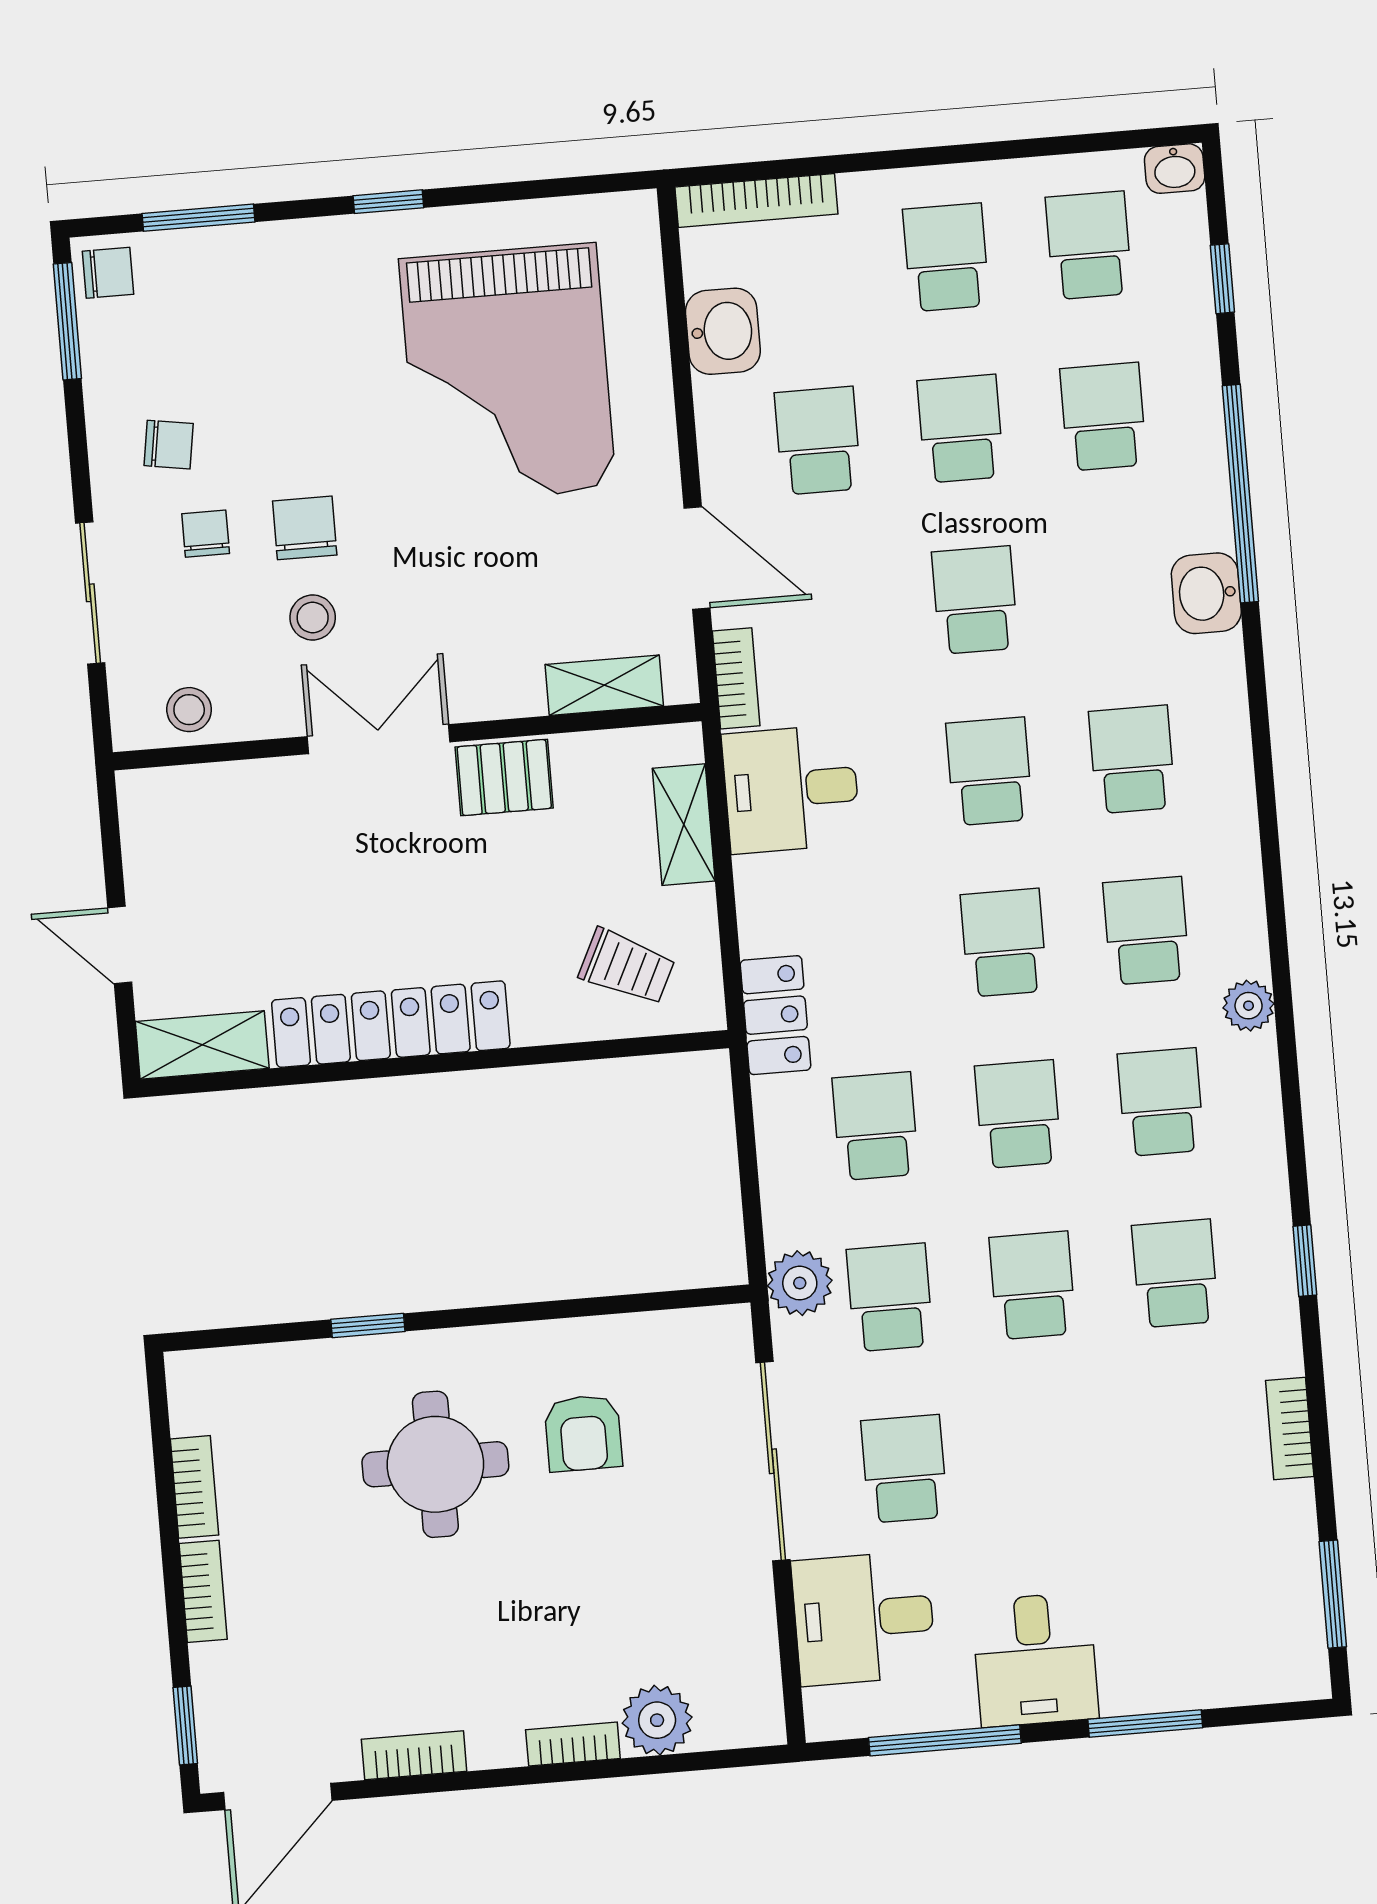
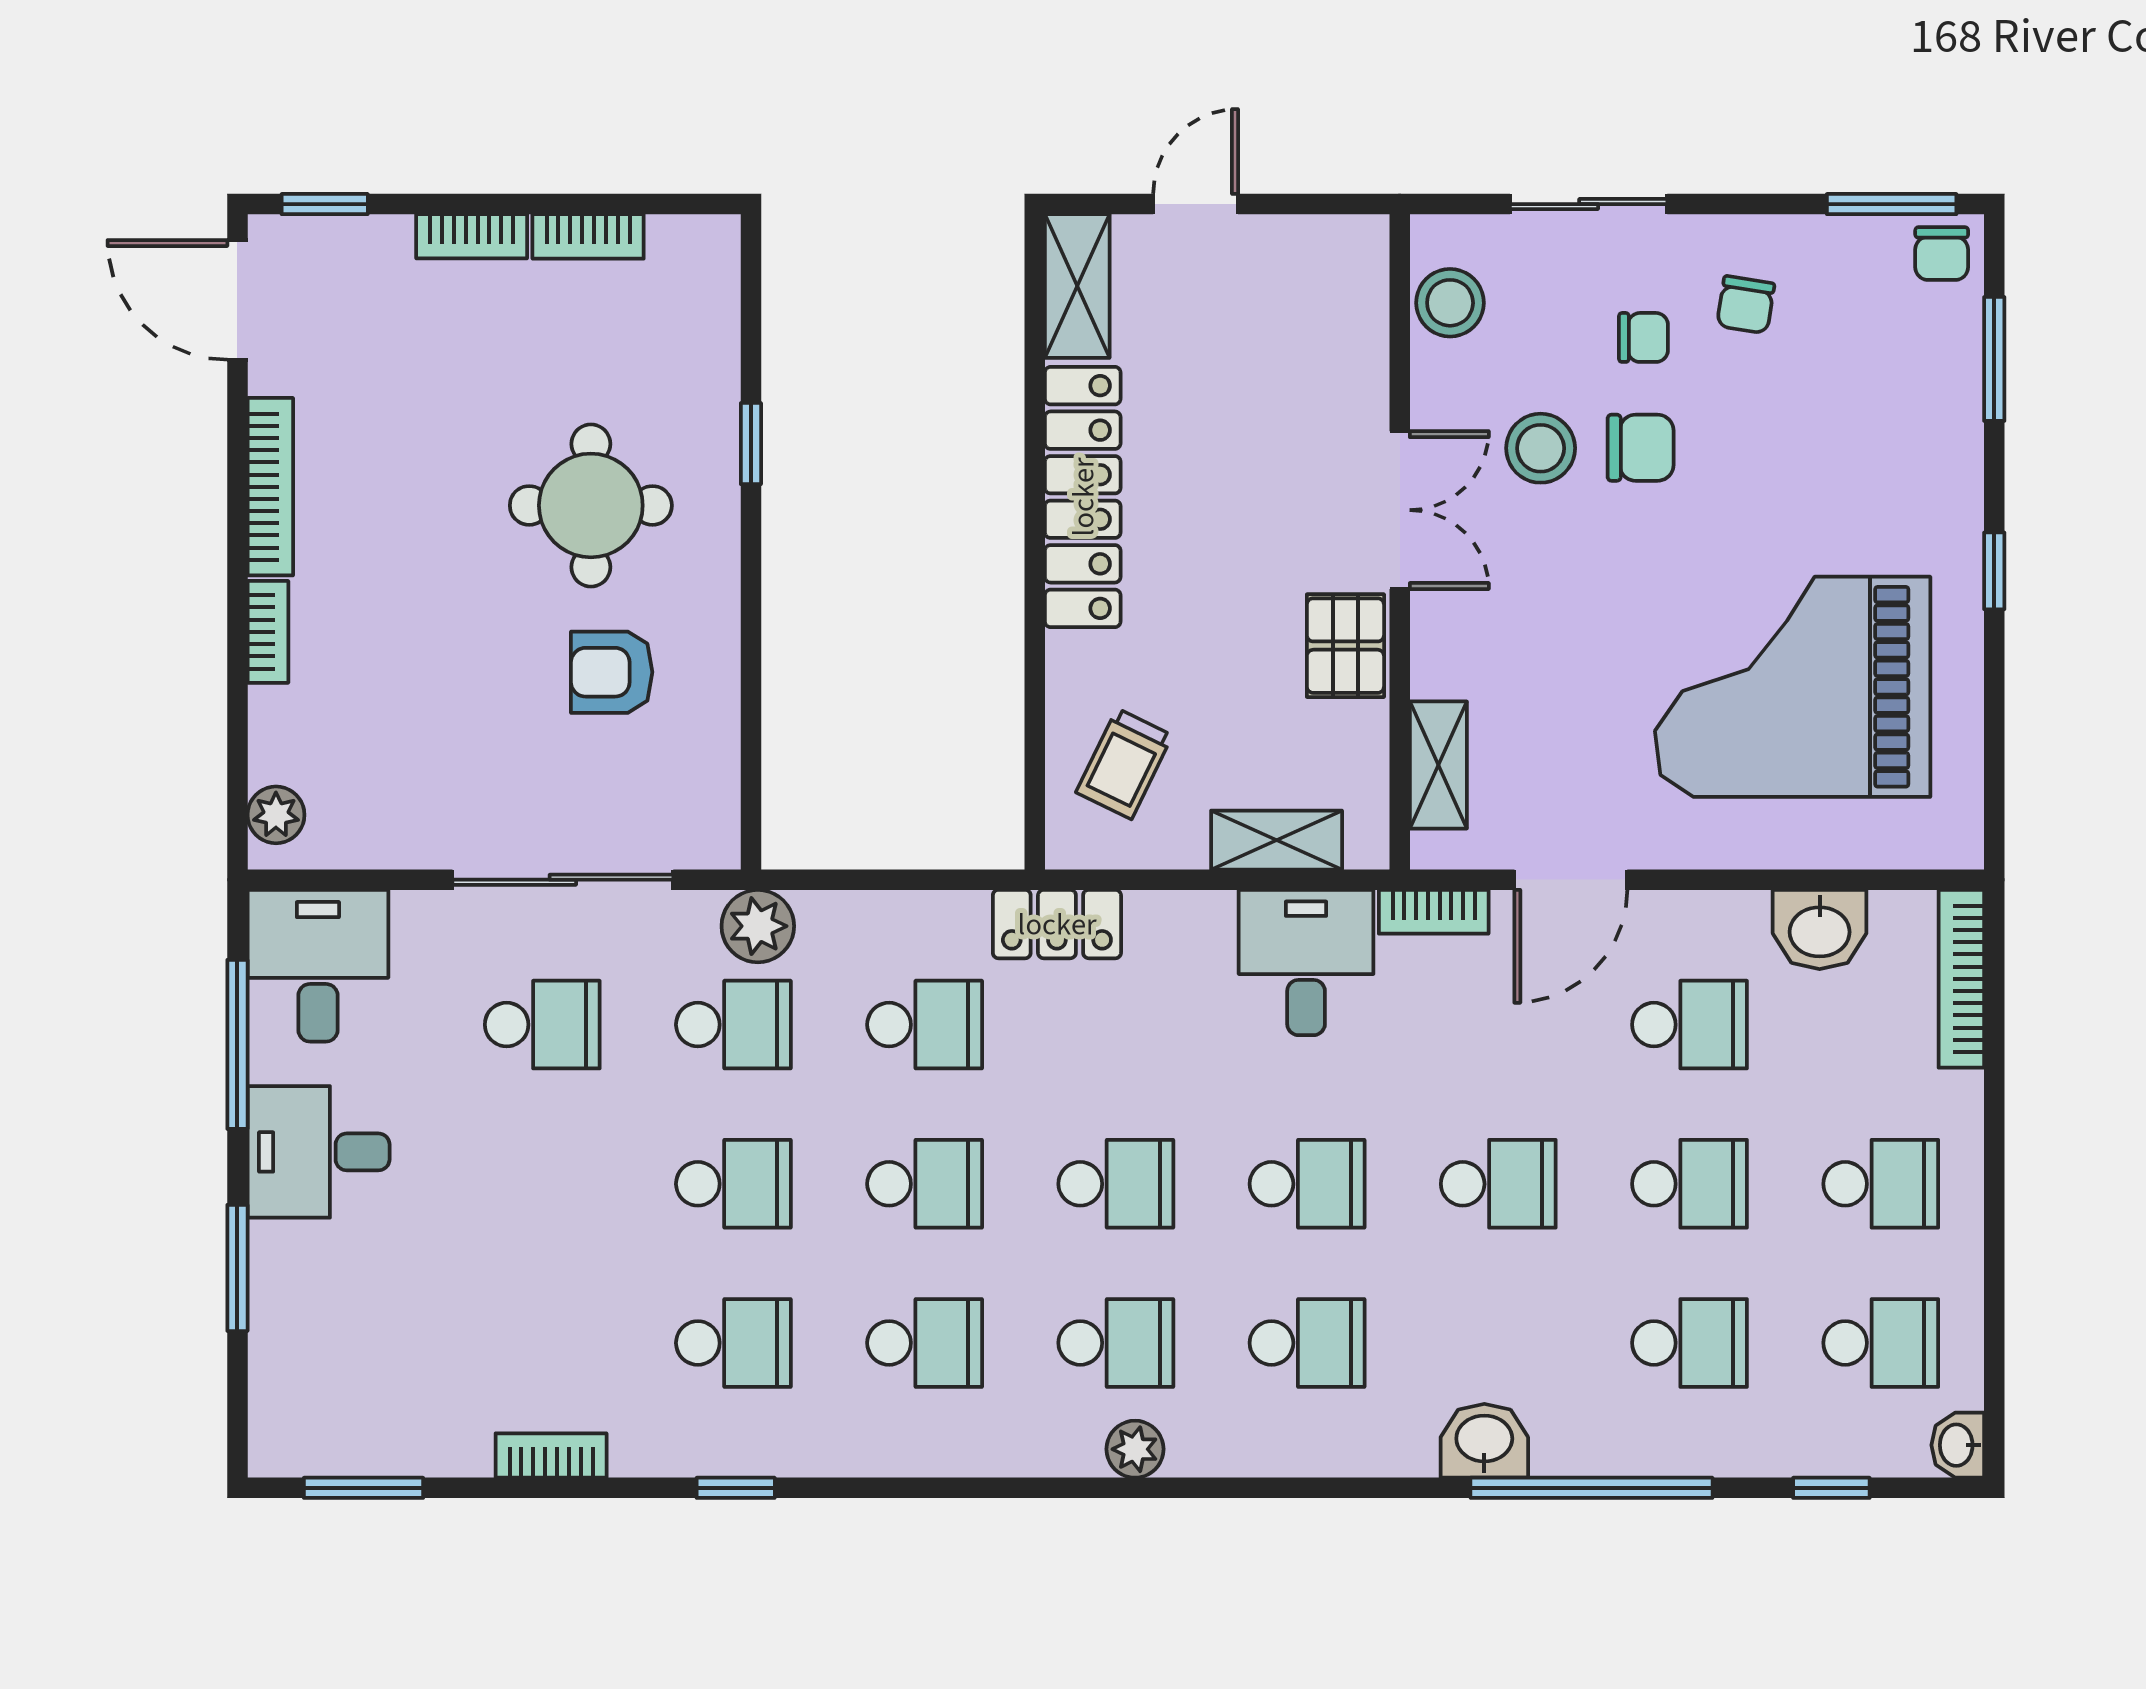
stool: (313, 617) -> (1541, 448), width x1.37, depth x1.37
stool: (189, 710) -> (1450, 303), width x1.37, depth x1.37
plant: (1249, 1006) -> (1135, 1449), moved
desk: (864, 1618) -> (318, 966), moved
plant: (657, 1720) -> (276, 815), moved, width x0.73, depth x0.73
bookcase: (414, 1755) -> (270, 487), width x1.56

